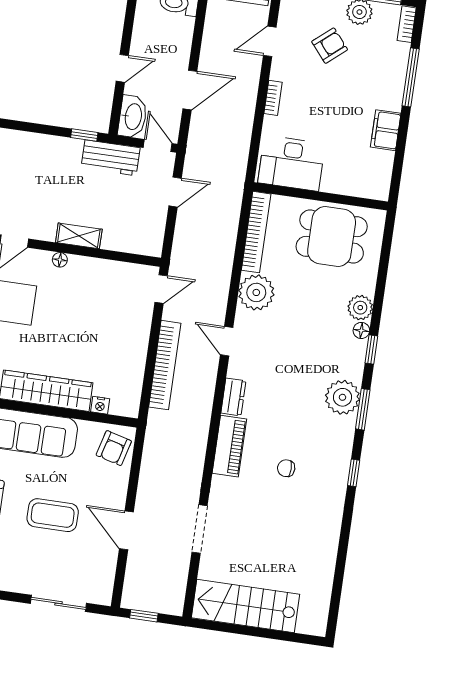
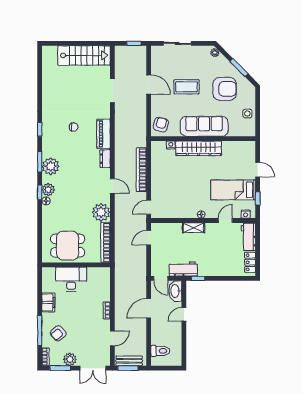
armchair: (330, 46) -> (58, 333), moved
desk: (292, 163) -> (71, 279), moved
door: (175, 192) -> (149, 238), moved
plant: (360, 308) -> (48, 190), moved

